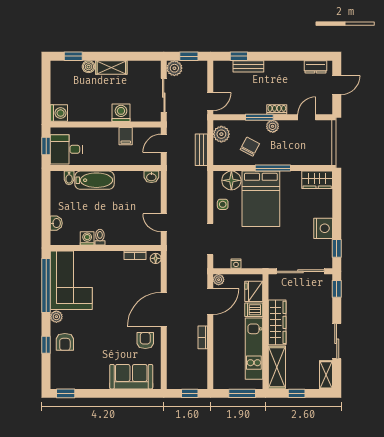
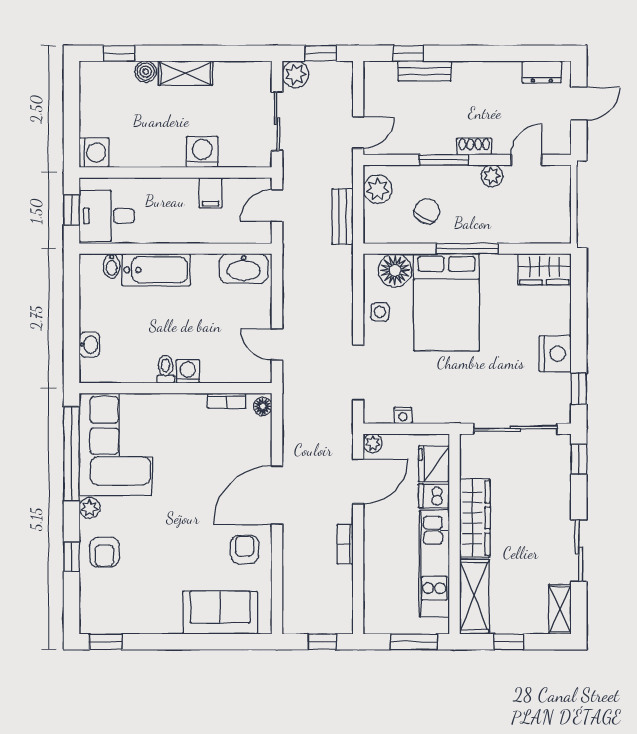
plant: (273, 126) -> (492, 176), moved
washbasin: (151, 177) -> (244, 268), width x1.91, depth x1.45
washing machine: (87, 238) -> (188, 371), moved

